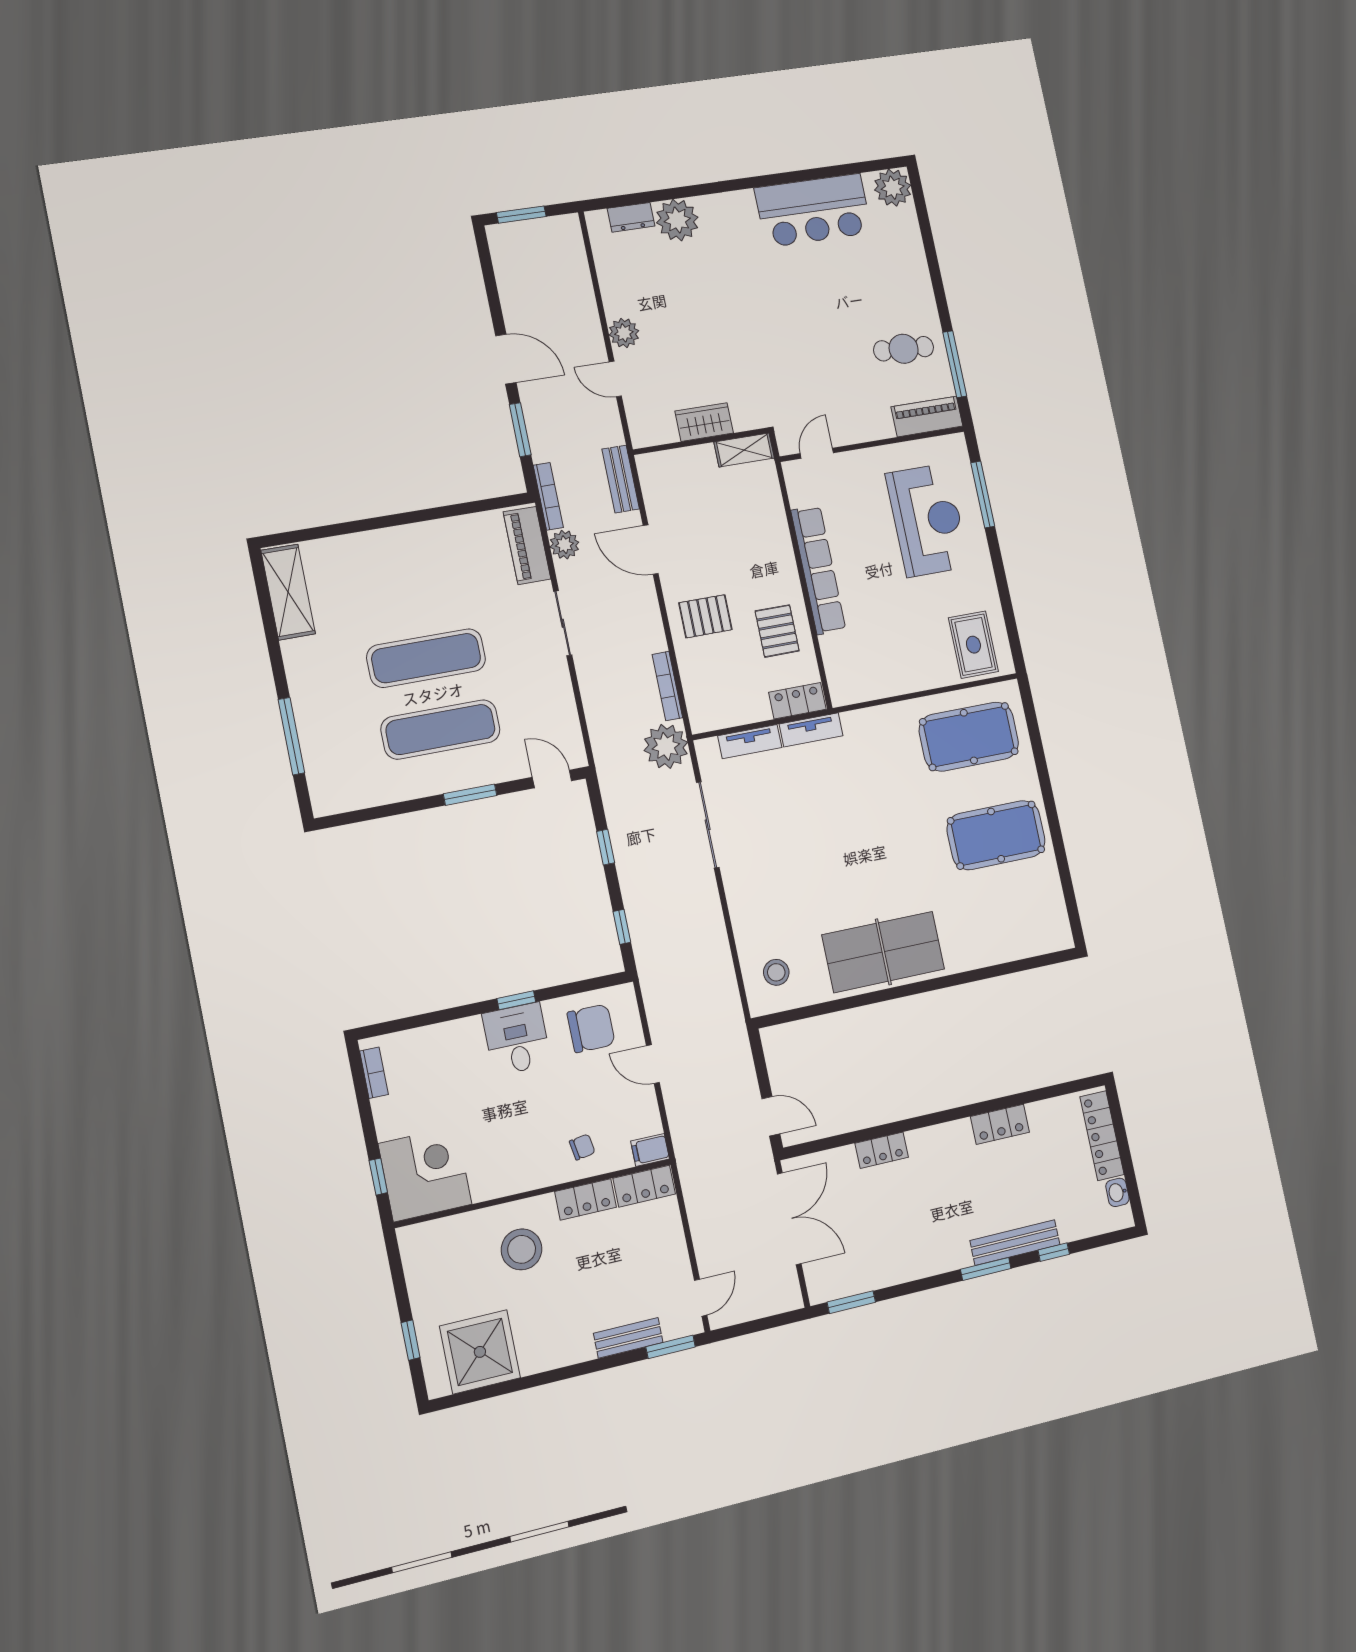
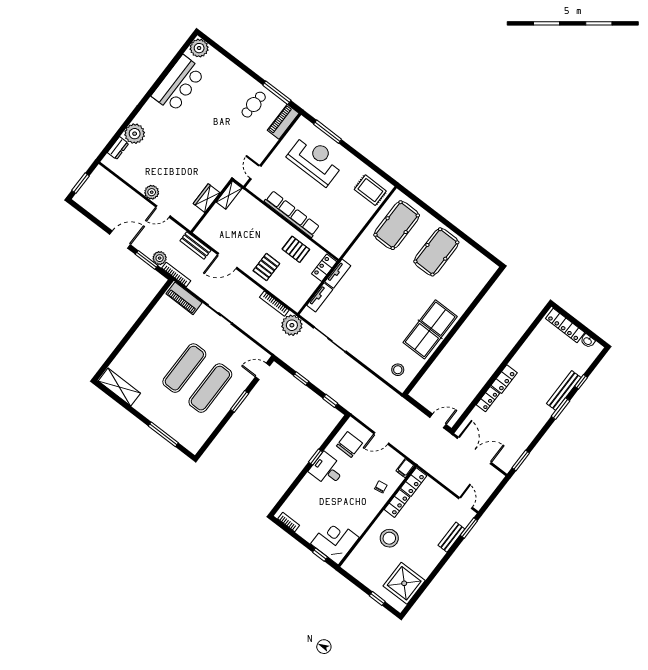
plant: (564, 545) -> (160, 258), moved
locker: (1000, 1124) -> (504, 379), moved

